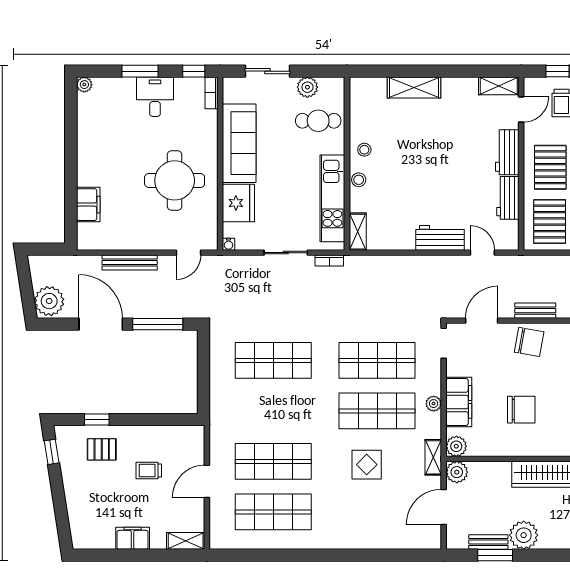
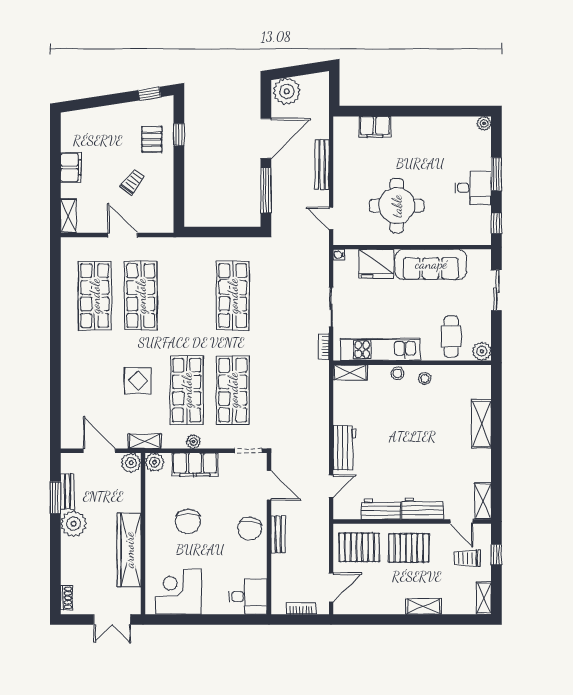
plant: (307, 87) -> (482, 351), moved
bookcase: (211, 93) -> (477, 239), removed
trolley: (149, 471) -> (132, 182), turned 37

